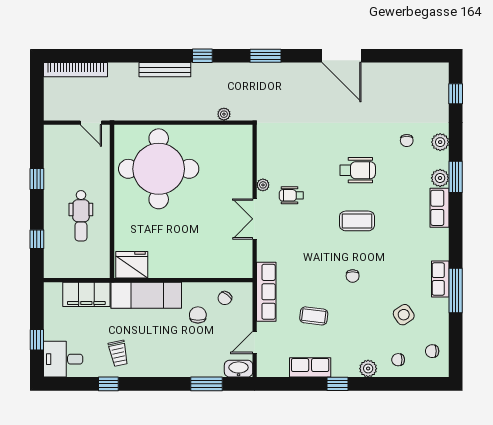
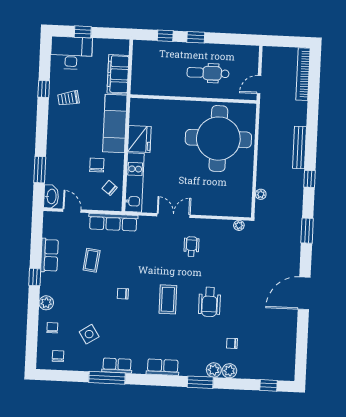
plant: (440, 178) -> (214, 370), moved
window: (37, 179) -> (196, 37), moved
plant: (263, 185) -> (239, 225), moved
row of seats: (440, 208) -> (163, 367), moved
dental chair: (81, 216) -> (208, 73), moved
fridge: (132, 265) -> (139, 139), moved
kitchen unit: (217, 268) -> (135, 182), added
chair: (198, 315) -> (97, 165), turned -90
desk: (63, 359) -> (71, 53), width x1.37

